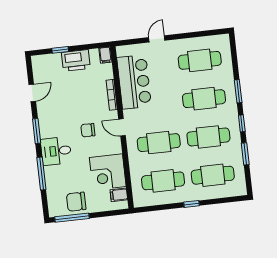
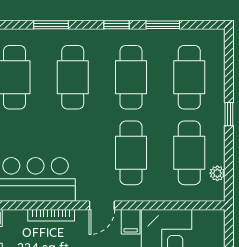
window: (238, 91) -> (51, 25), moved
filing cabinet: (119, 195) -> (131, 222), moved
plant: (152, 201) -> (217, 173), added

